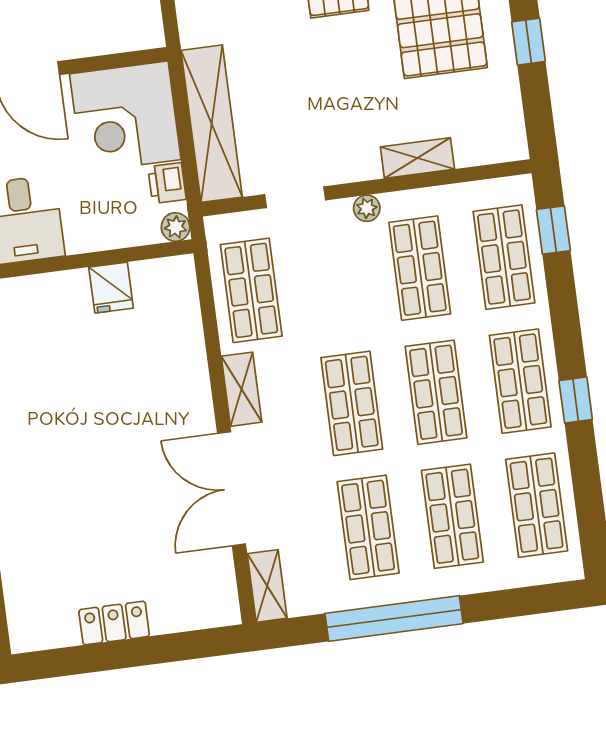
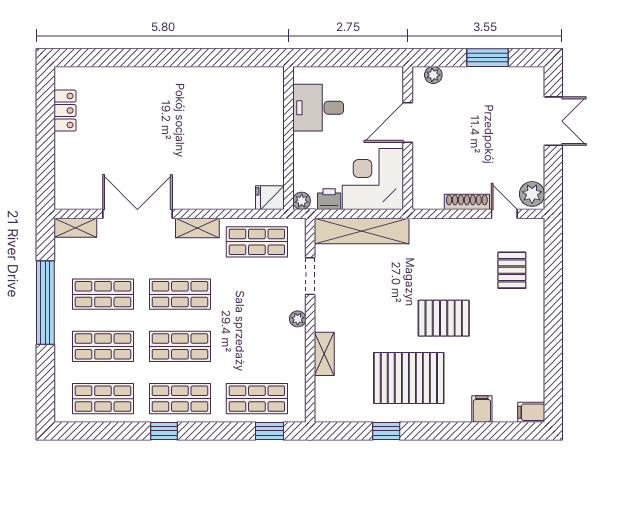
shop shelf: (420, 268) -> (257, 346), removed
fridge: (111, 288) -> (270, 198), moved
locker: (114, 623) -> (65, 111), moved

